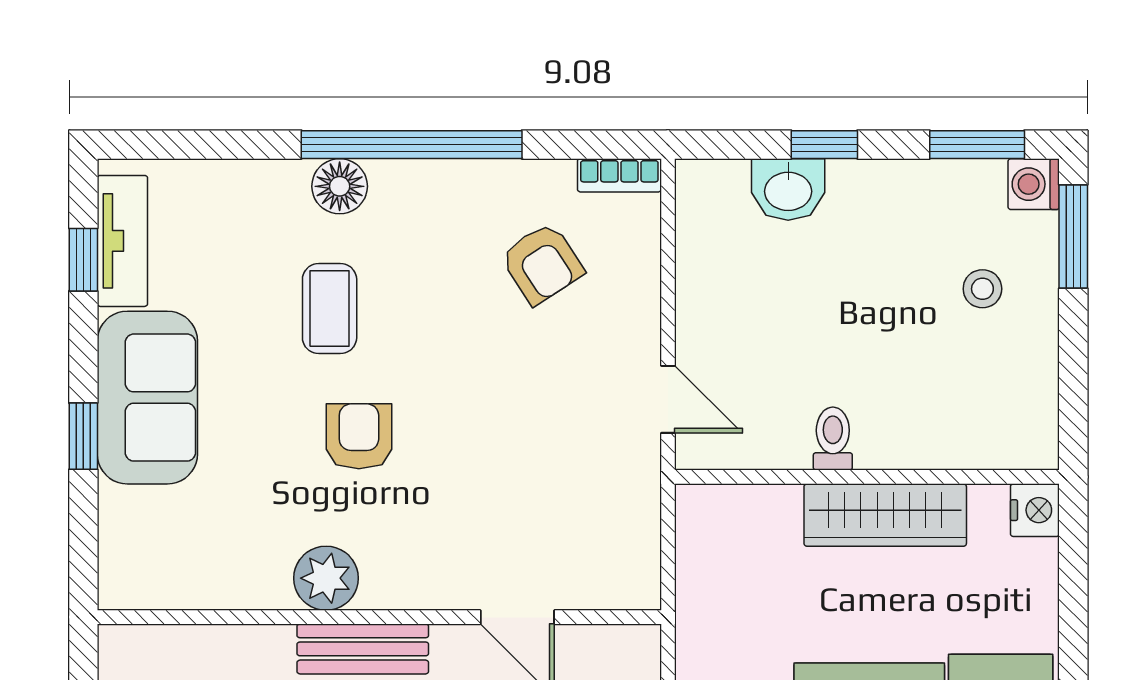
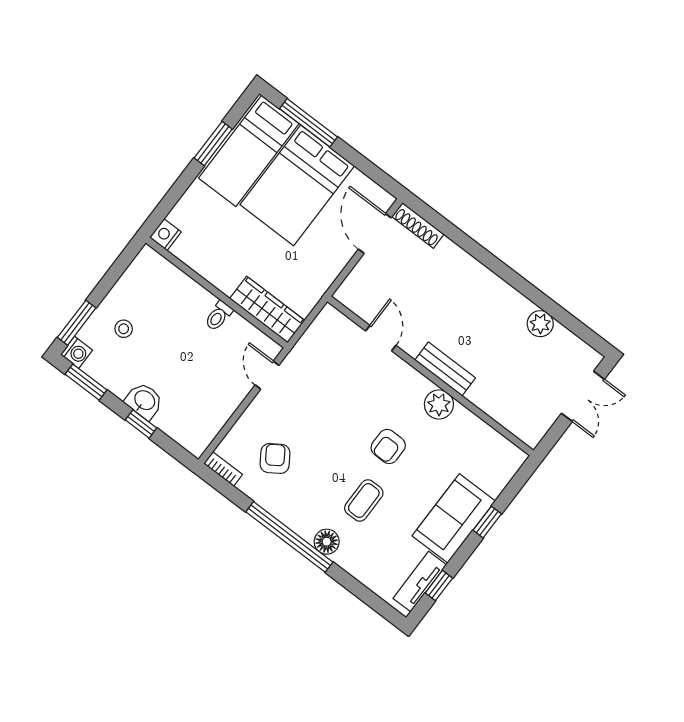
washbasin: (788, 190) -> (144, 401), moved
wardrobe: (885, 515) -> (267, 309), moved

